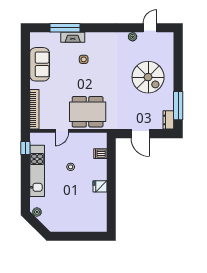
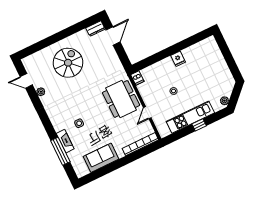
window: (178, 106) -> (80, 26), removed
door: (62, 131) -> (147, 113), swing flipped
door: (140, 134) -> (113, 36), moved
window: (25, 148) -> (199, 125), moved
dishwasher: (100, 154) -> (137, 78), moved

